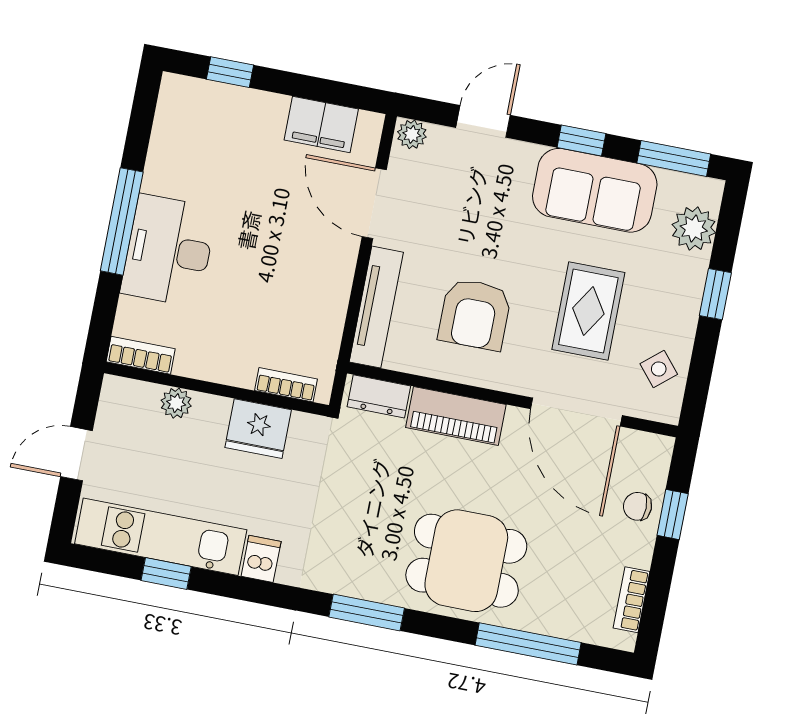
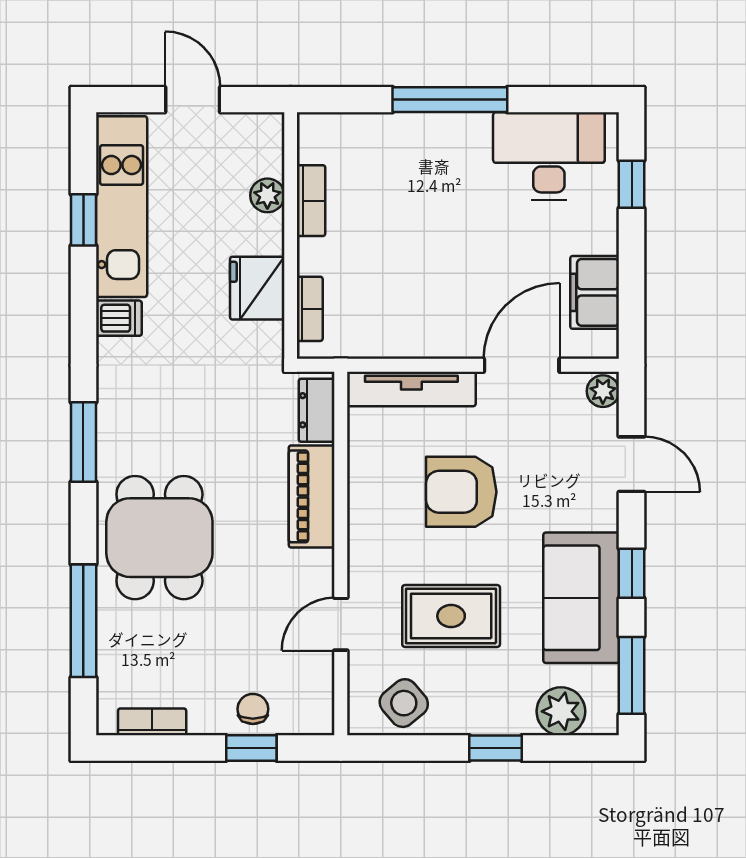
desk: (169, 251) -> (549, 156), moved
armchair: (475, 314) -> (461, 492), moved
bookcase: (141, 355) -> (311, 201), moved
side table: (659, 369) -> (404, 703), width x1.37, depth x1.37
door: (576, 412) -> (341, 624), width x0.53

